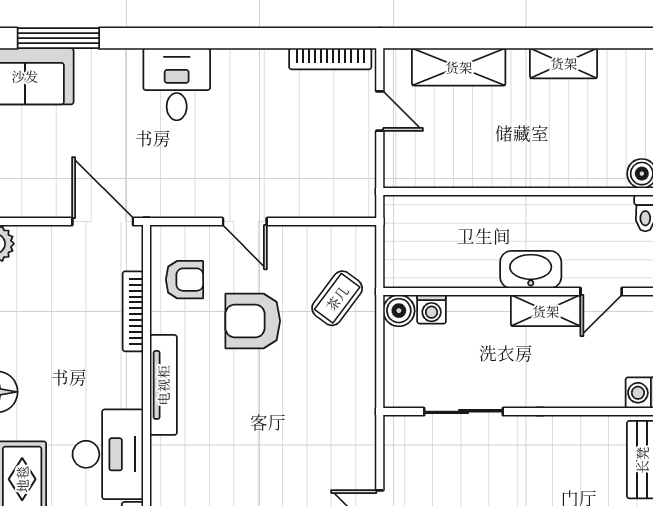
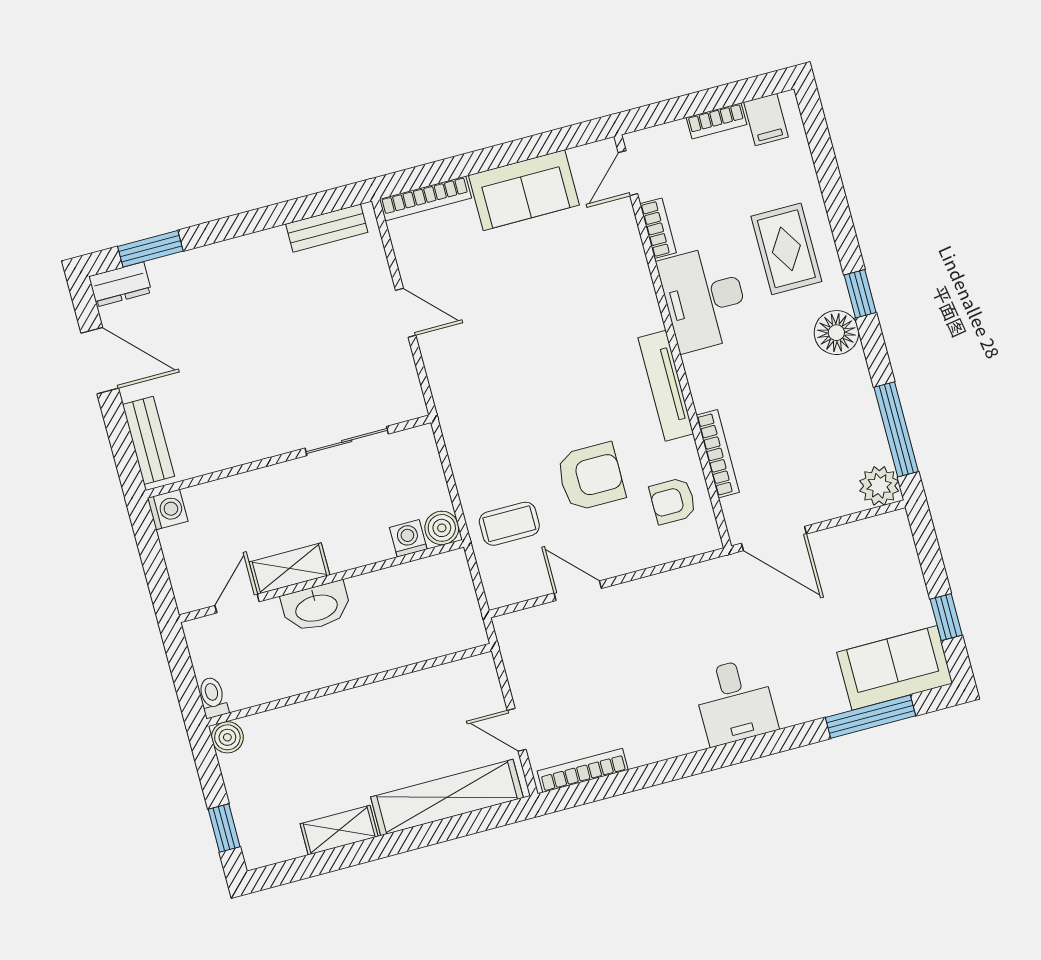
shelving: (459, 67) -> (447, 797), width x1.47
door: (245, 222) -> (578, 591), moved
coffee table: (337, 298) -> (509, 524), turned 53

